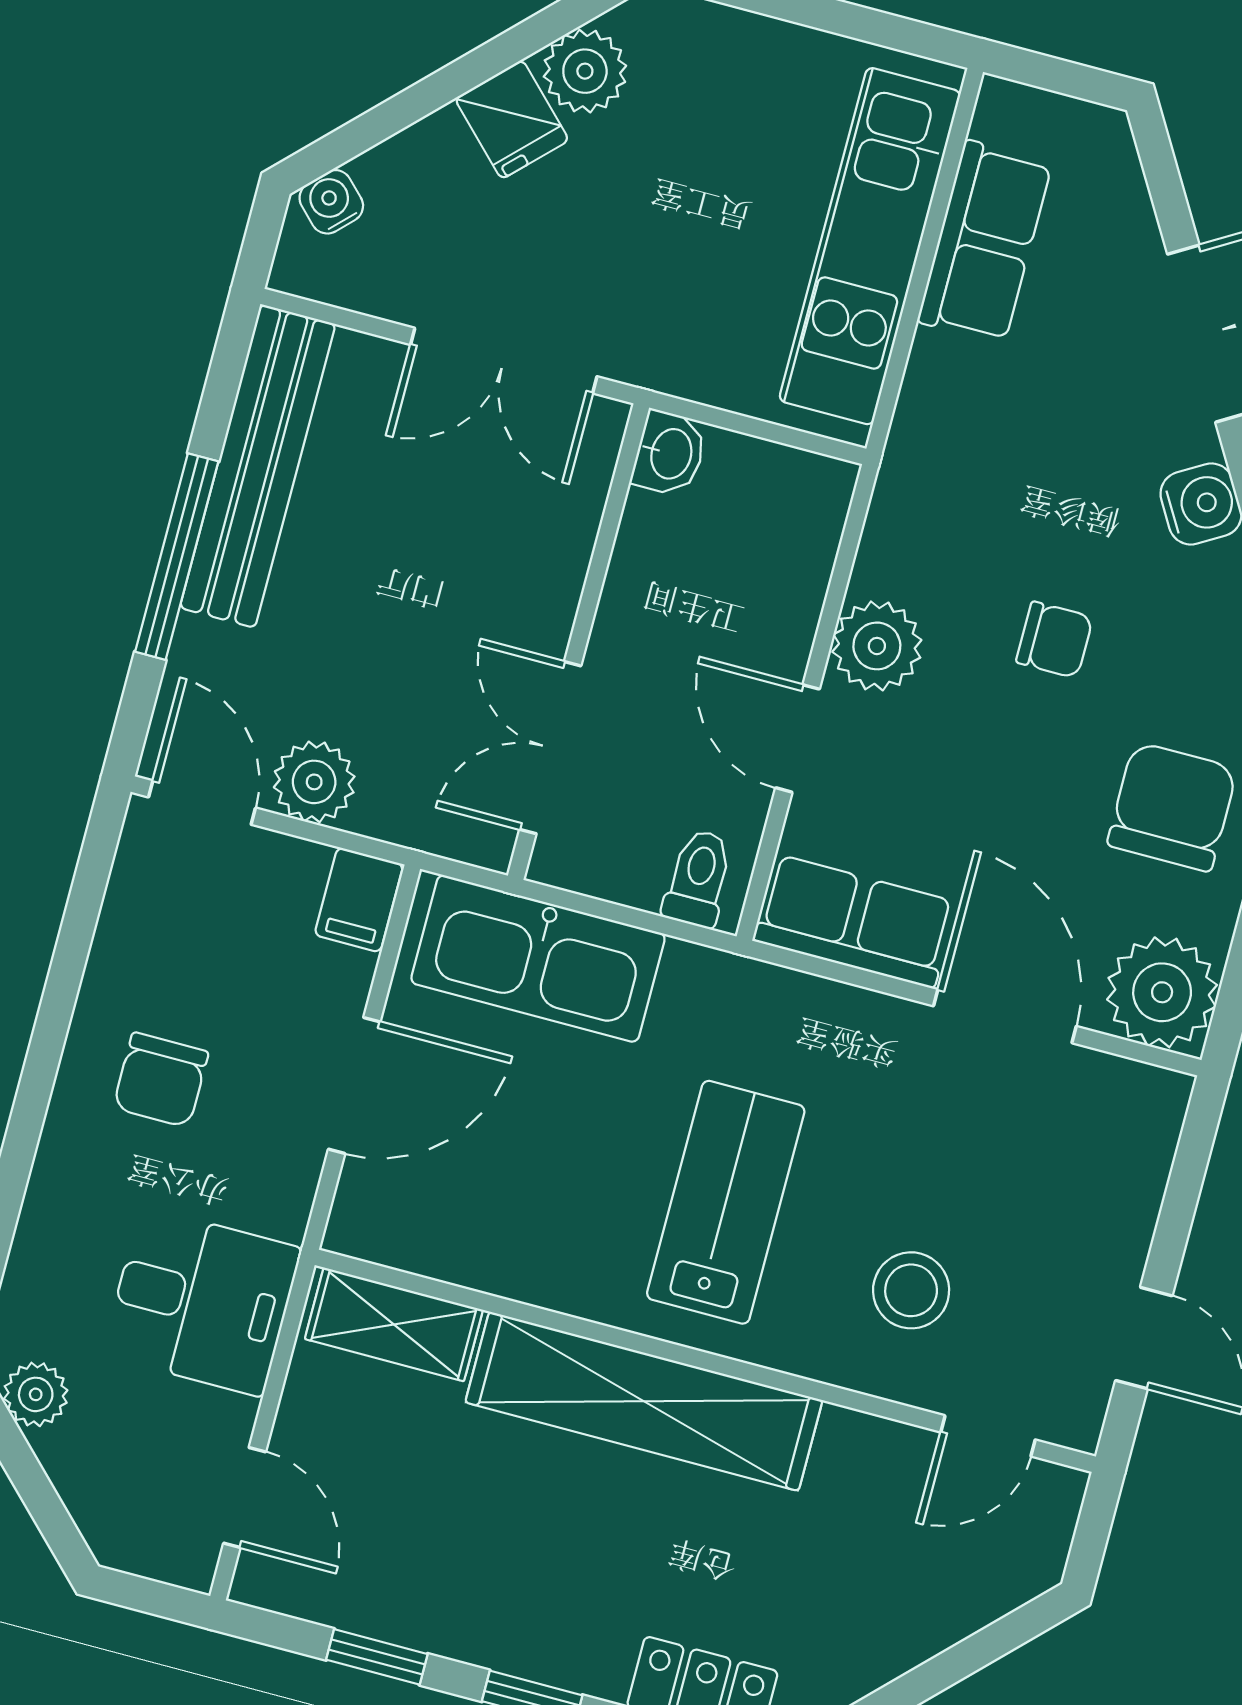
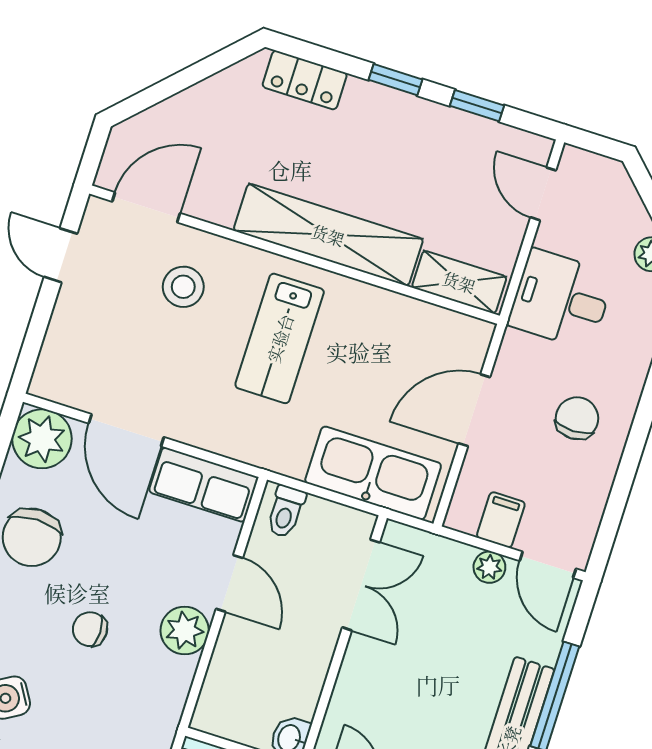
plant: (314, 782) -> (489, 567), width x0.73, depth x0.73
filing cabinet: (359, 900) -> (501, 520), moved
door: (988, 1436) -> (146, 207), width x1.37

